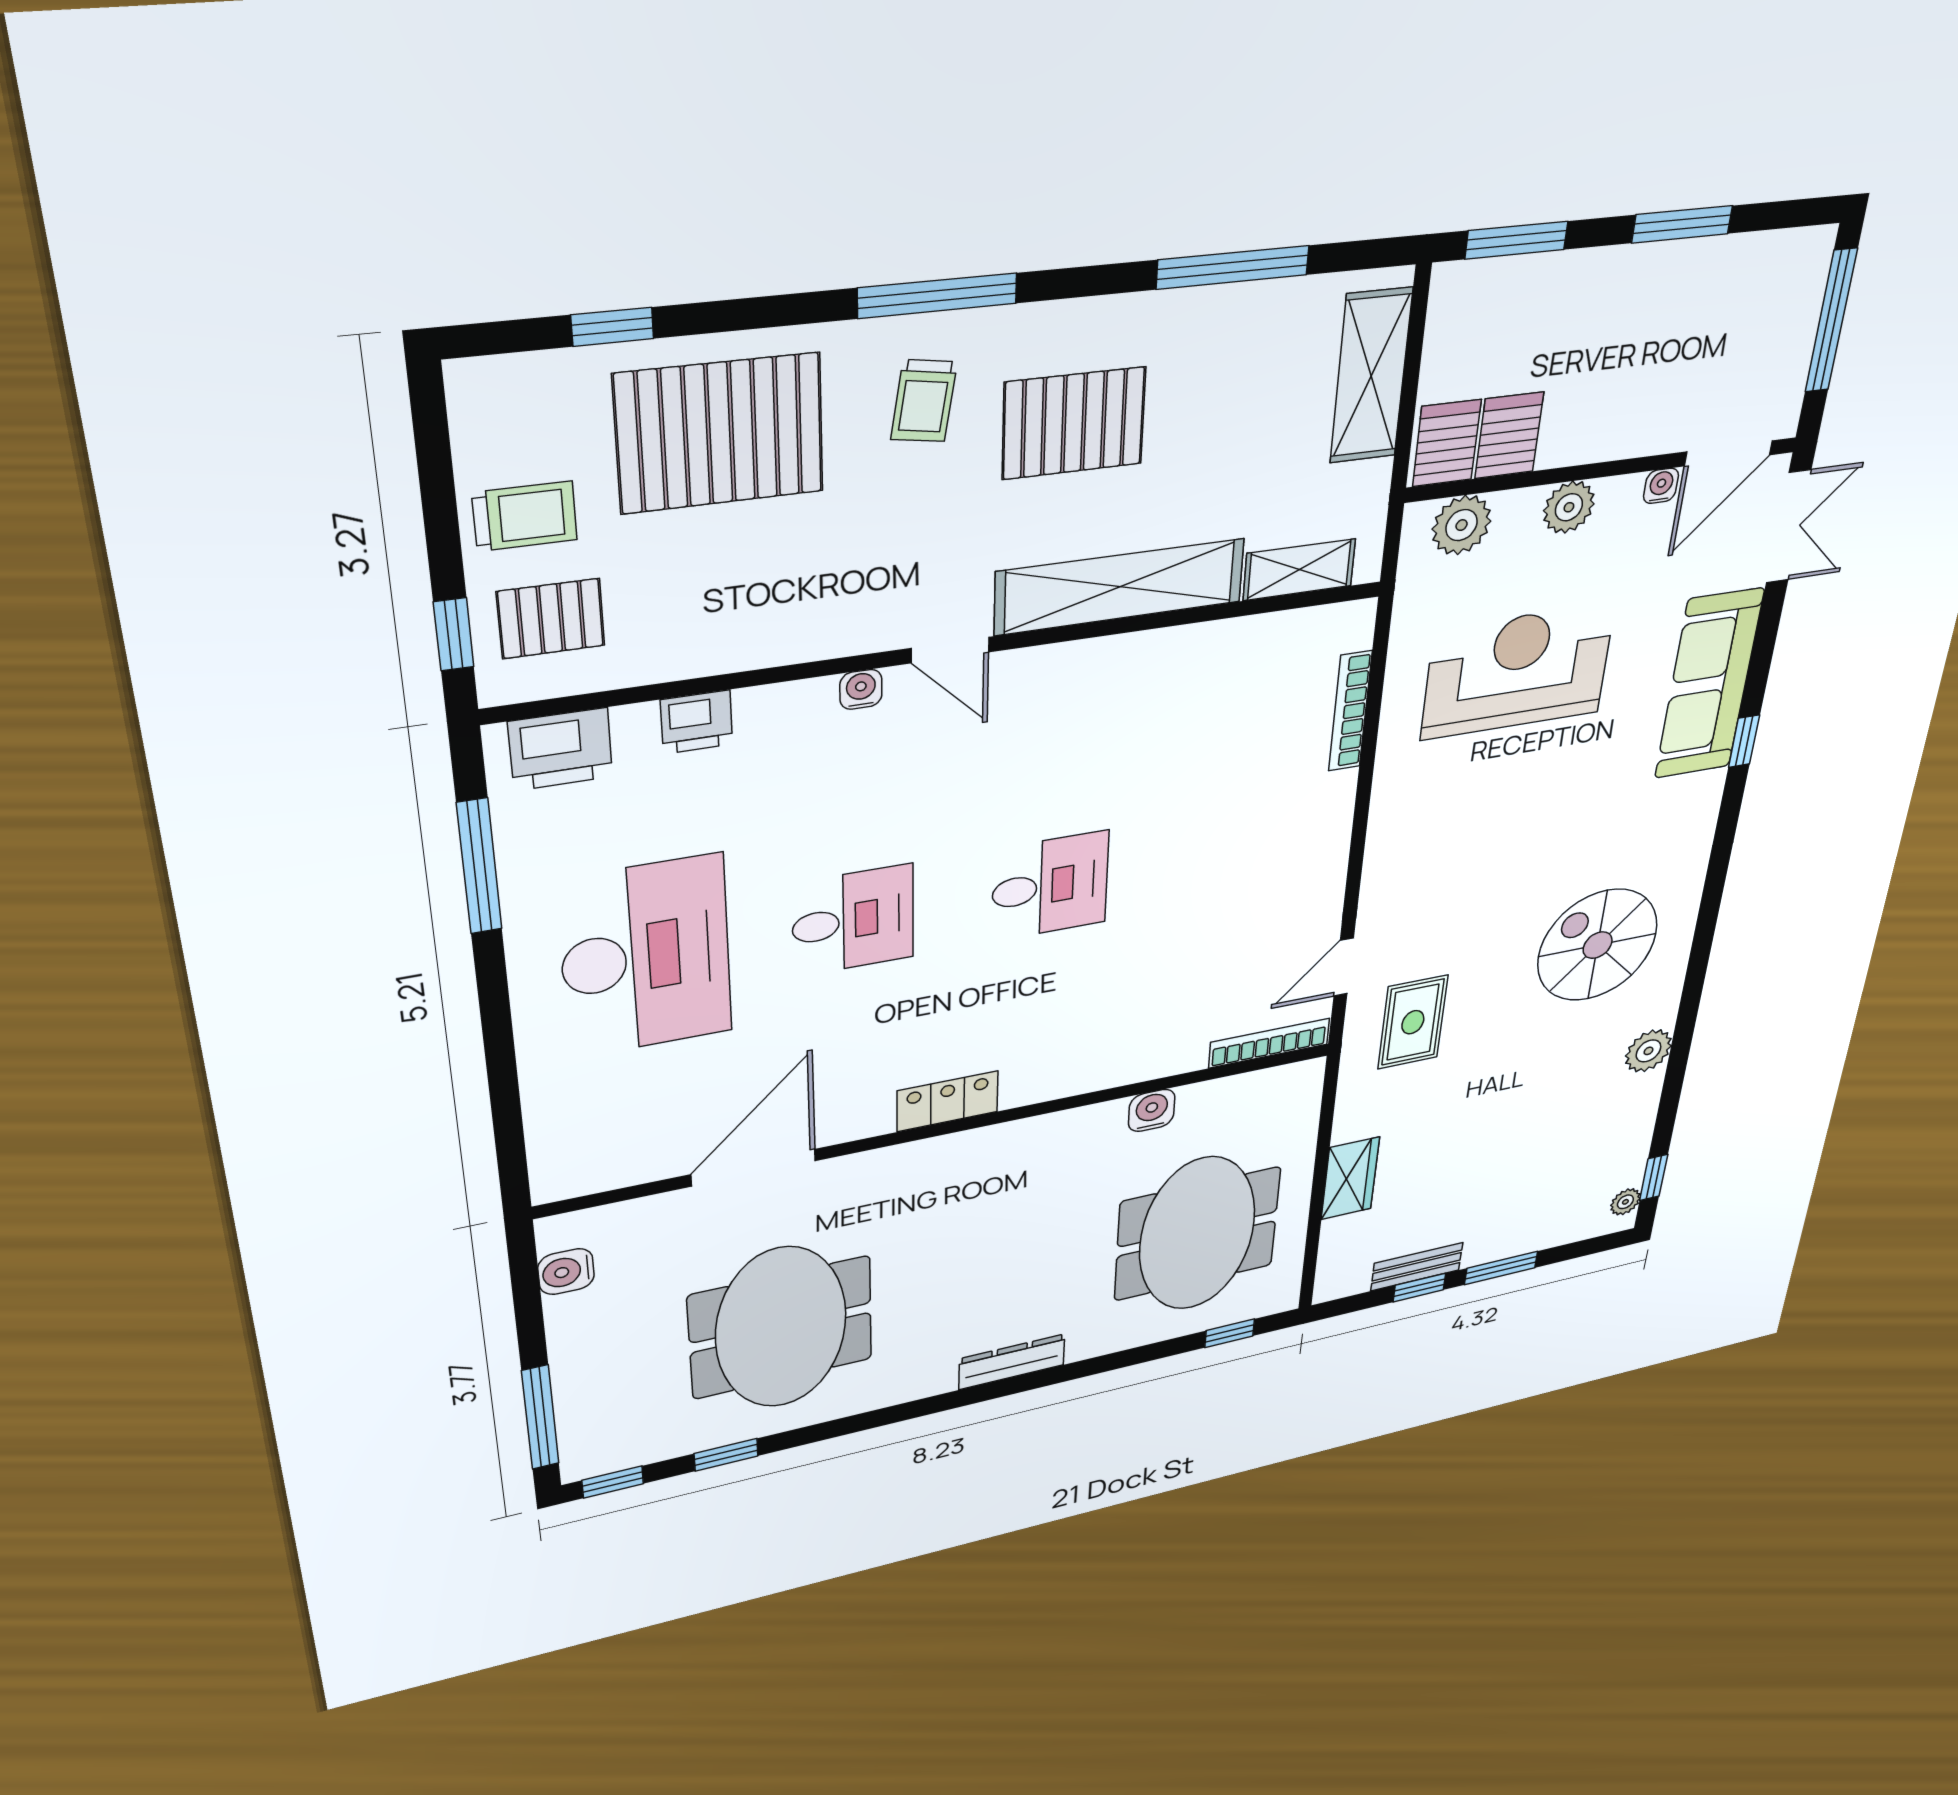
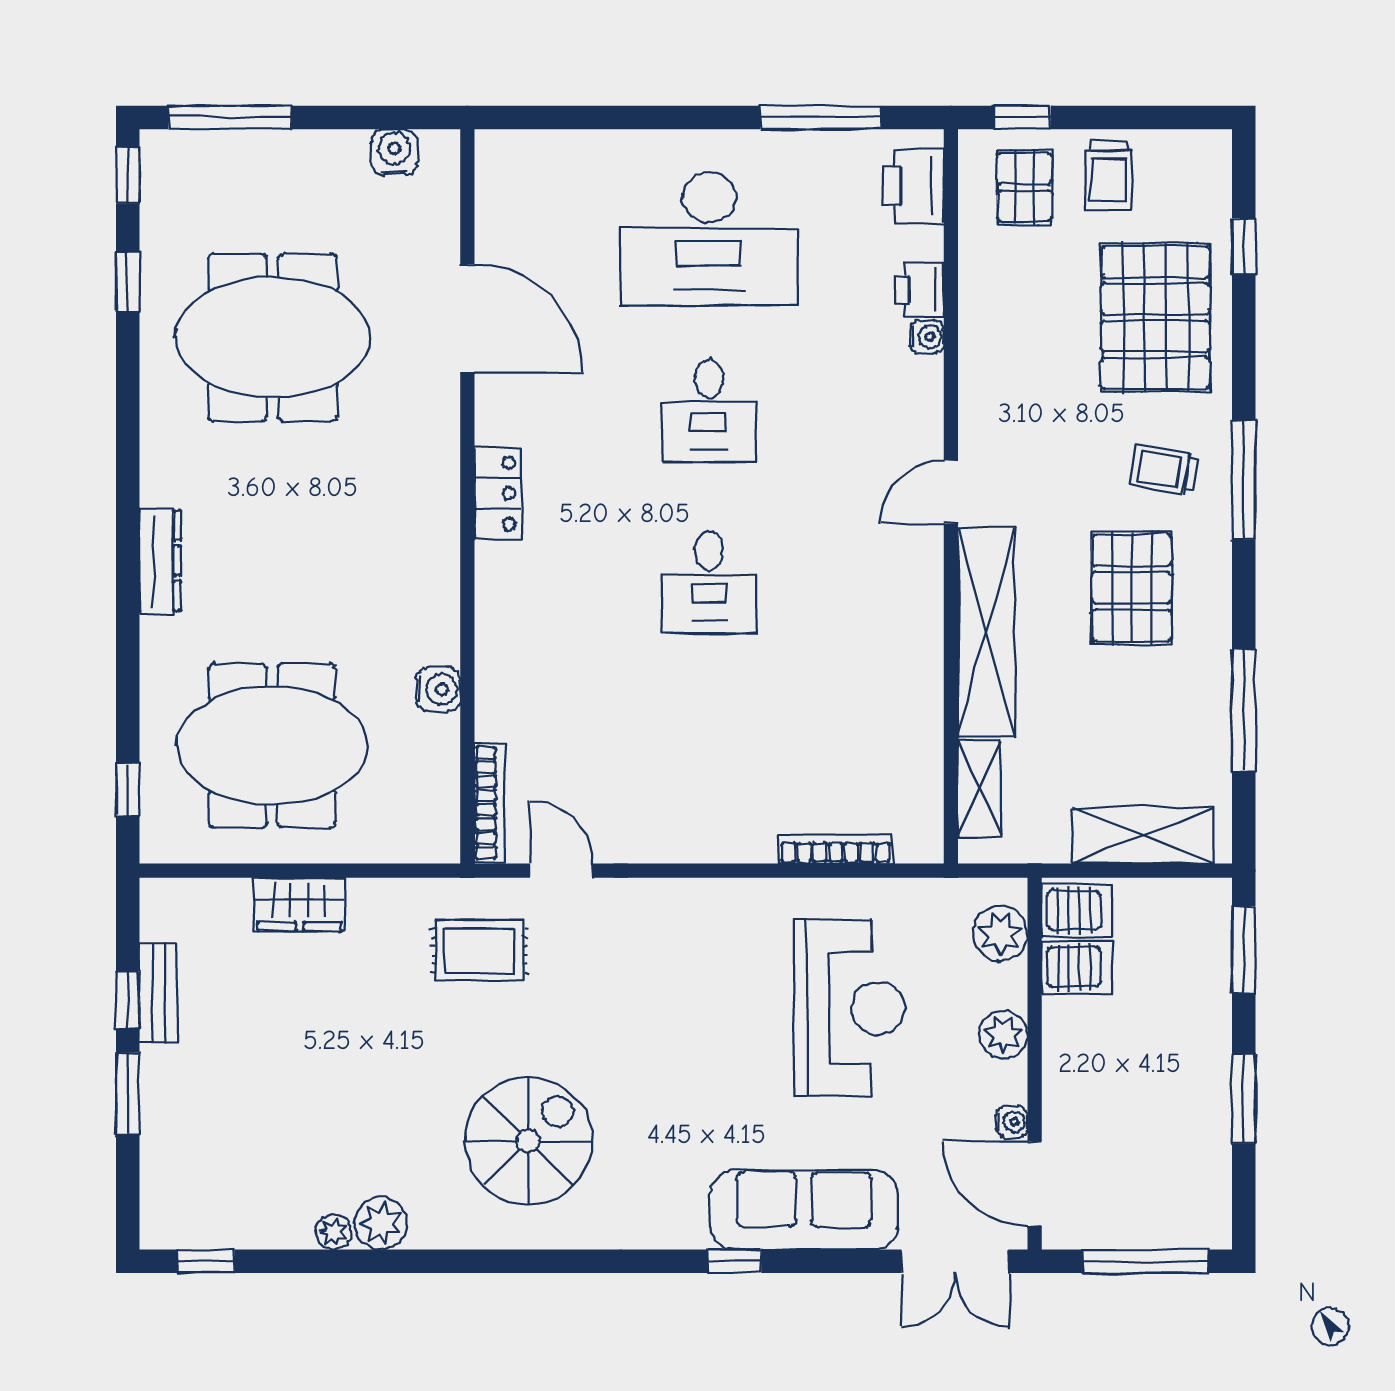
water cooler: (861, 689) -> (927, 337), moved
plant: (1625, 1202) -> (334, 1232), moved

